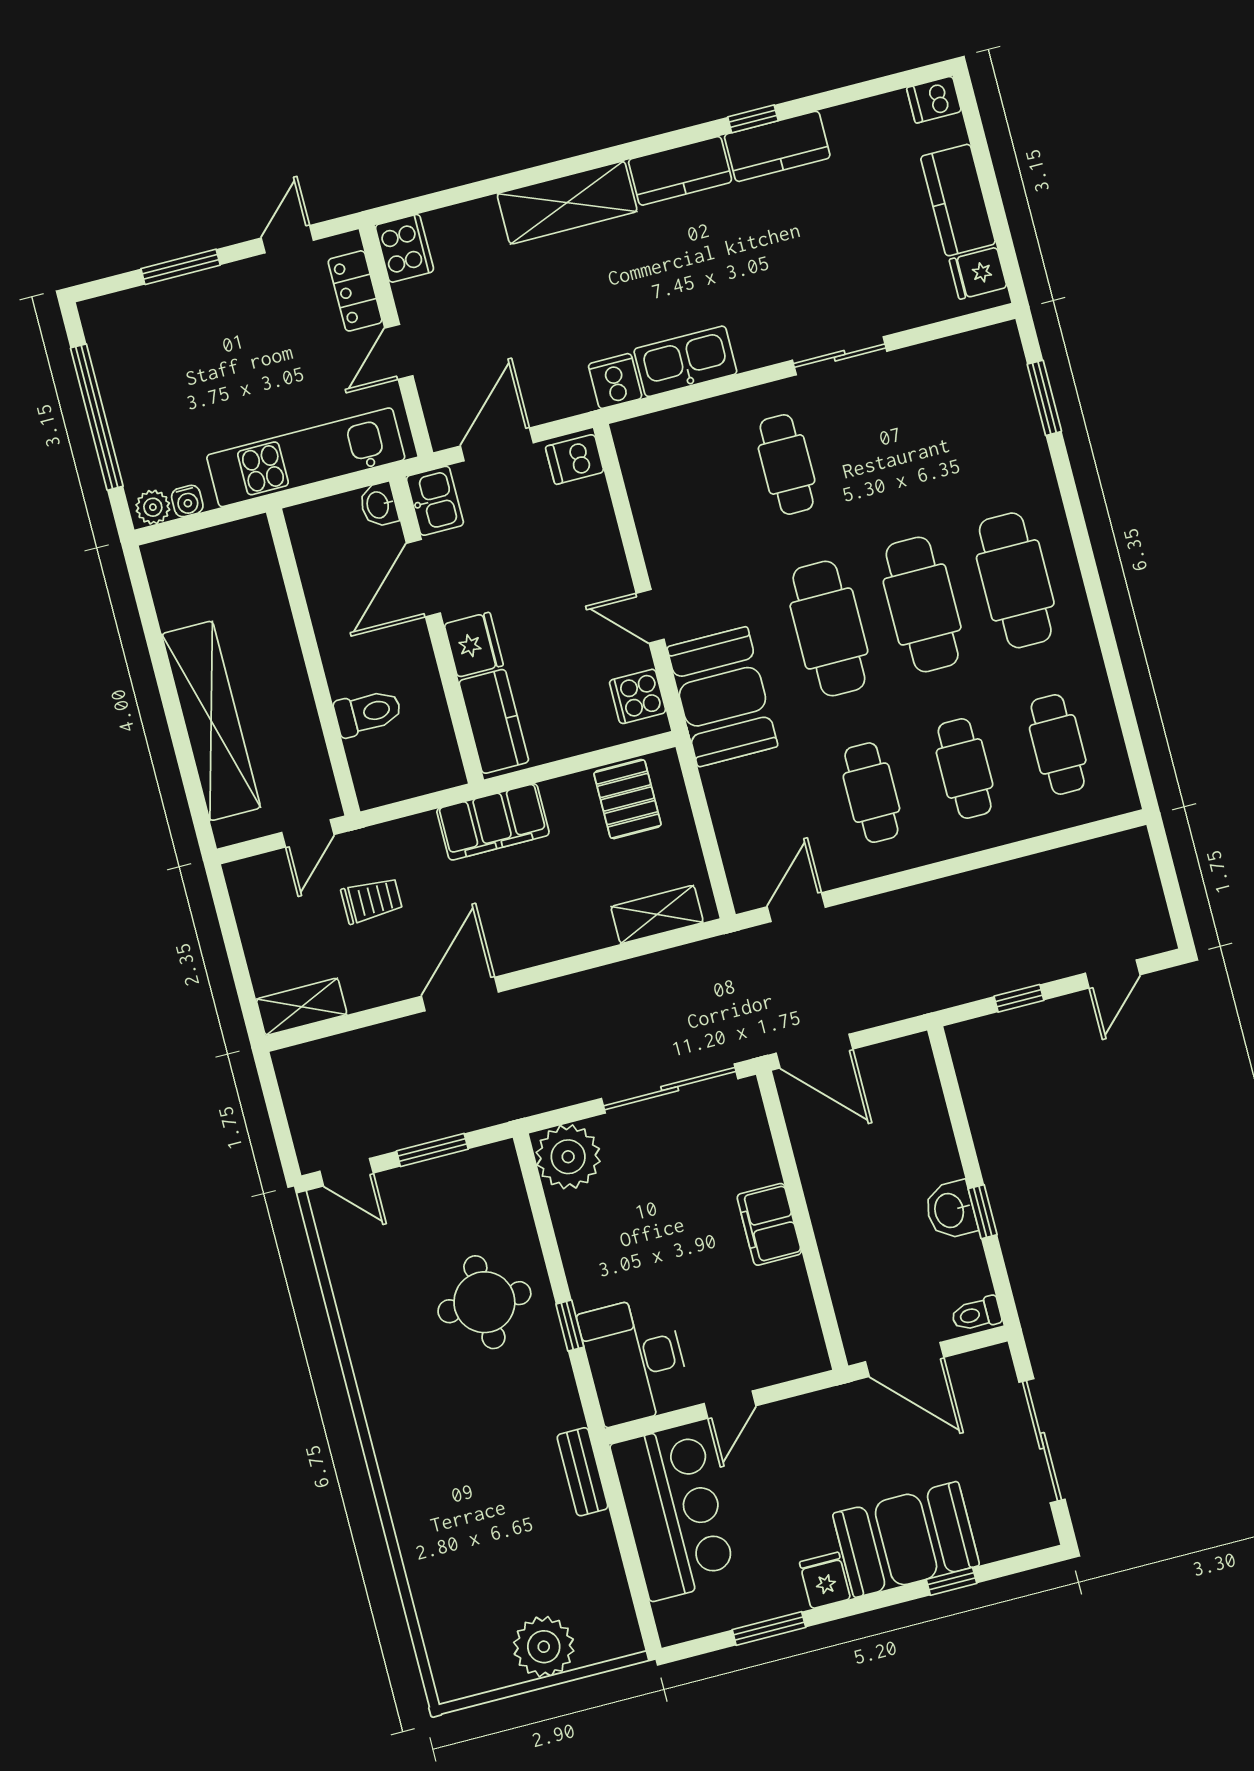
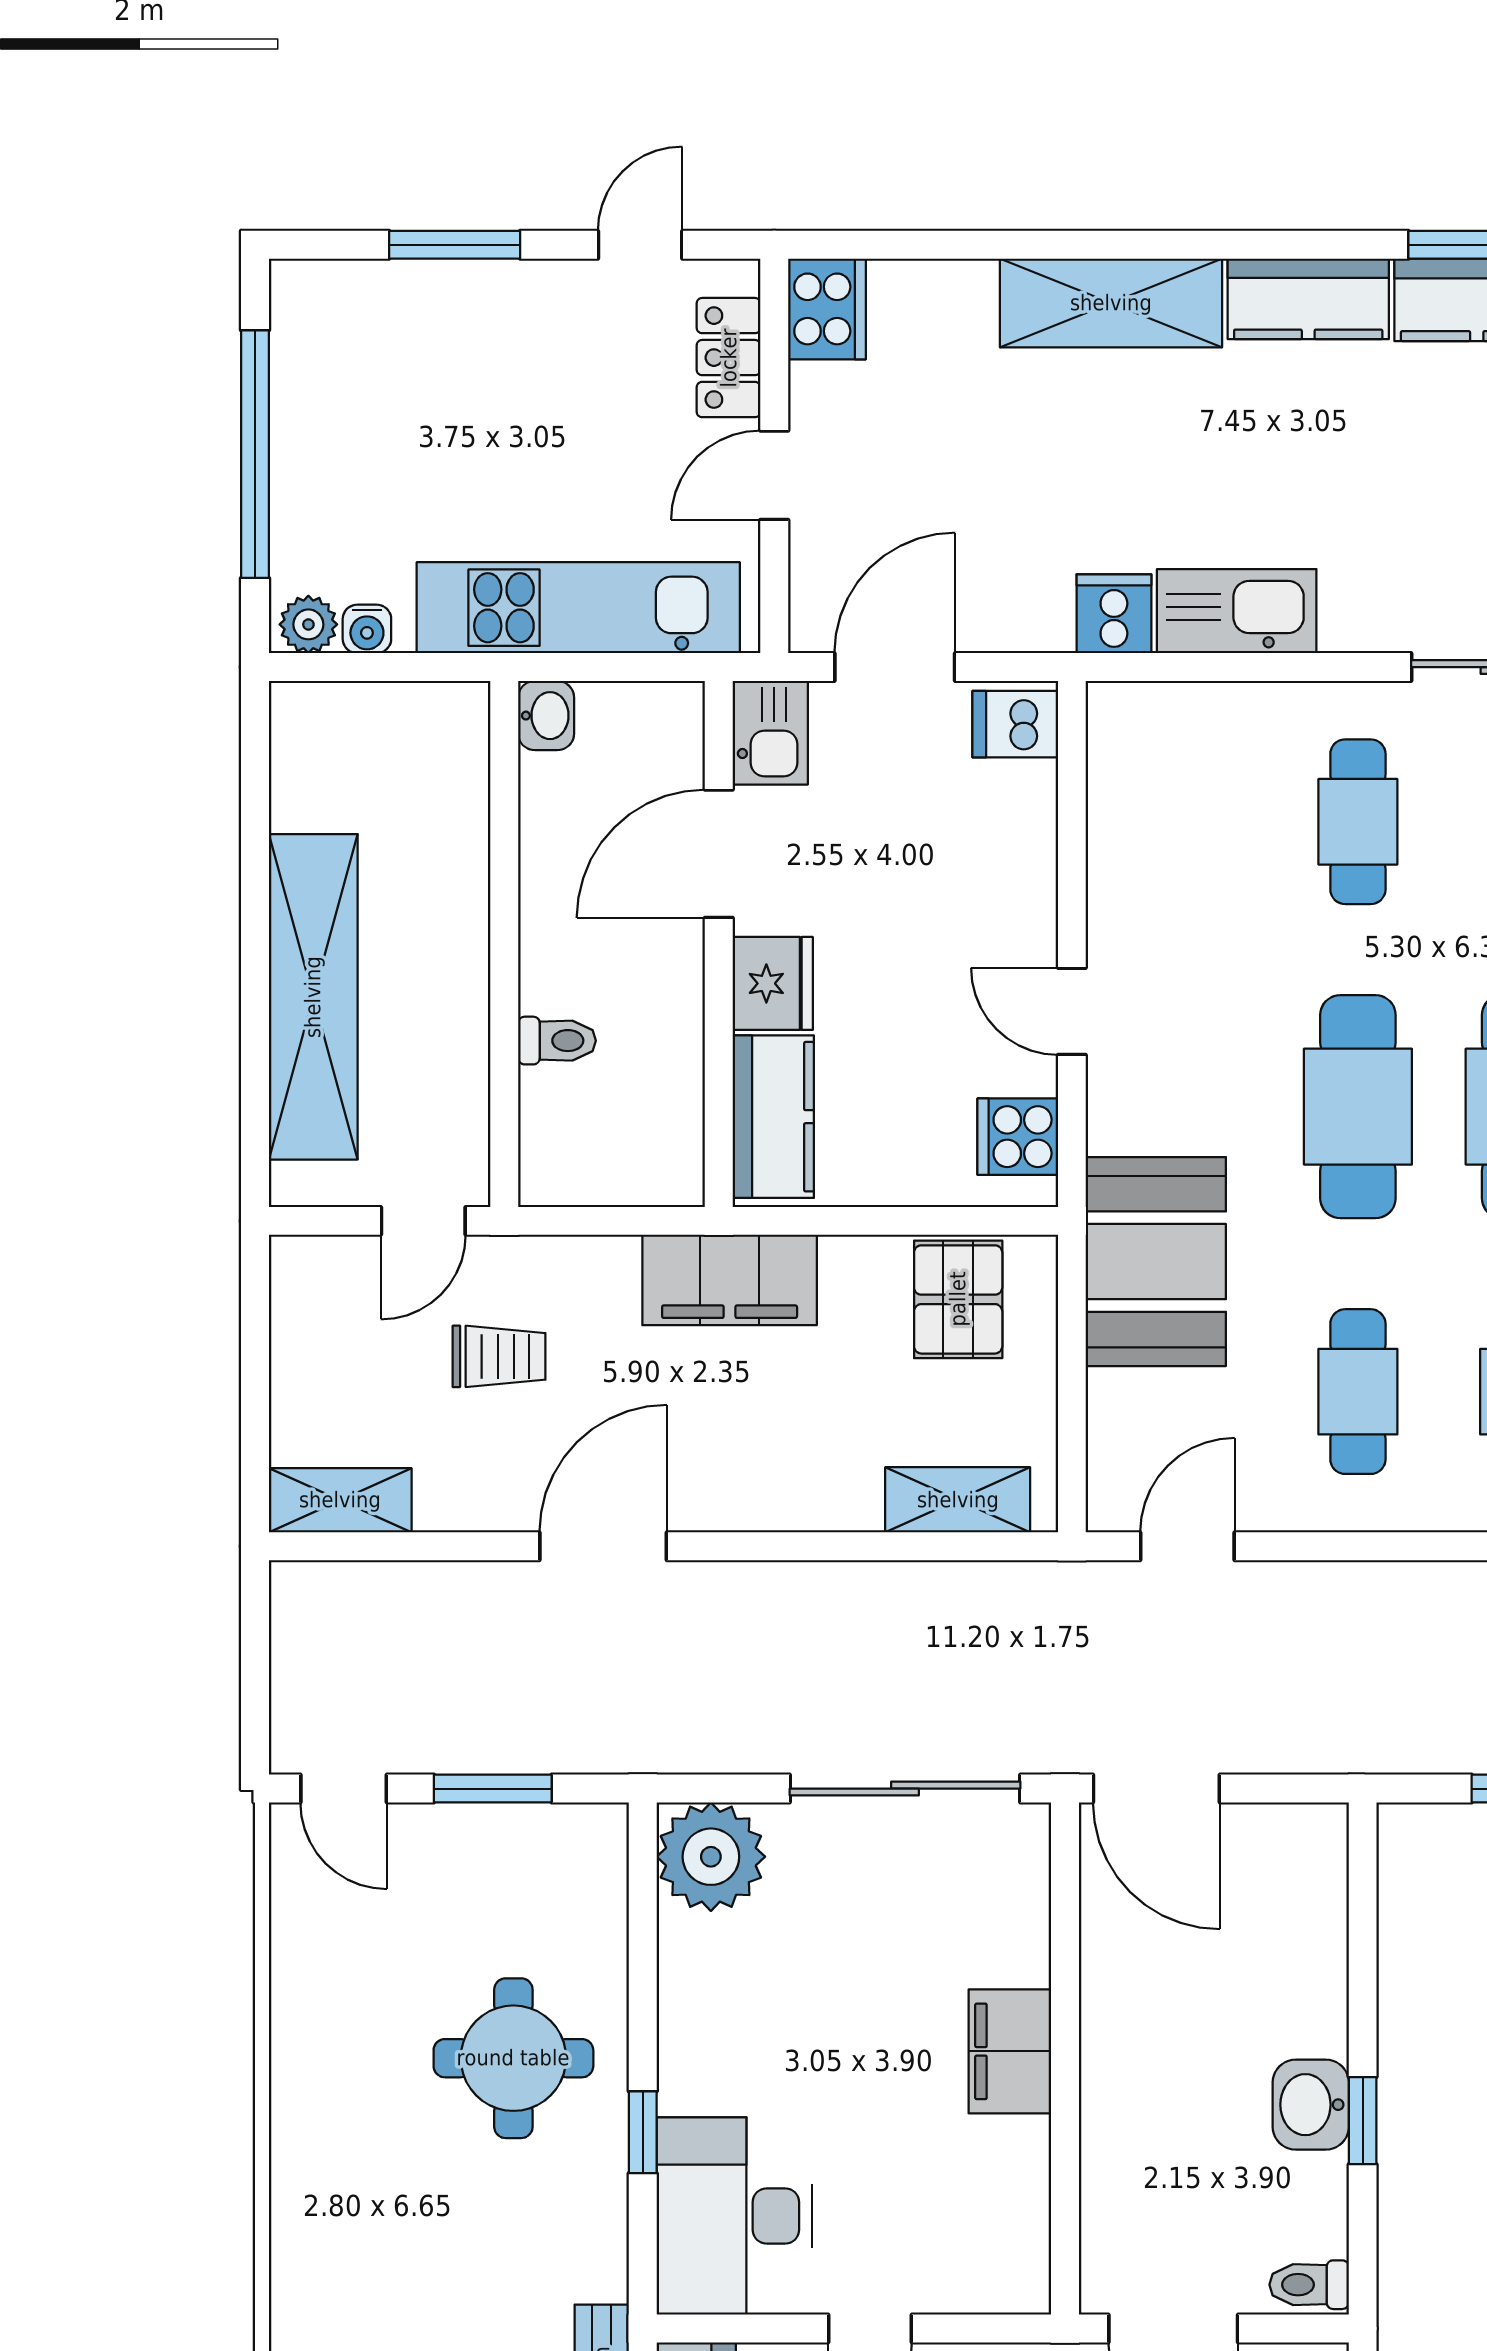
washbasin: (379, 505) -> (546, 716), moved, turned 180
booth: (722, 697) -> (1156, 1262), moved
toilet: (368, 713) -> (557, 1041), width x0.73, depth x0.72

